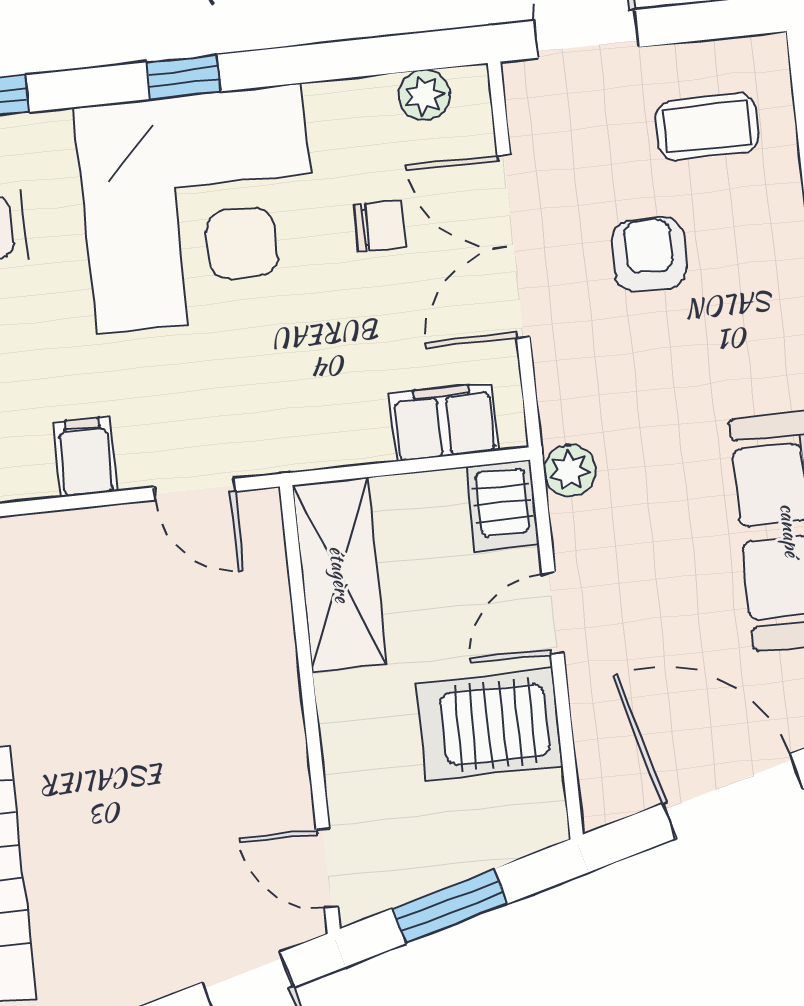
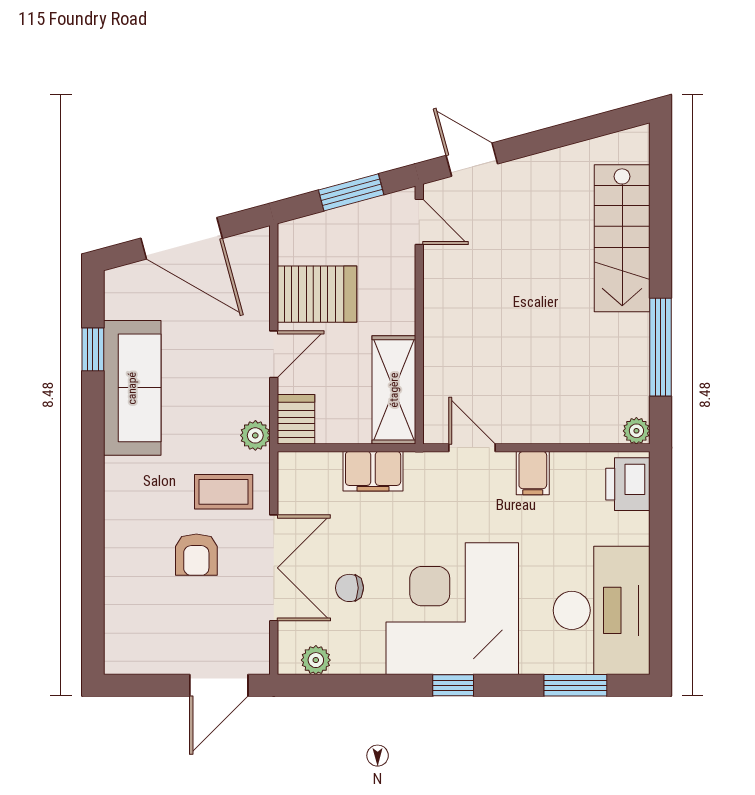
coffee table: (707, 127) -> (224, 492), moved
filing cabinet: (444, 422) -> (373, 471), moved

